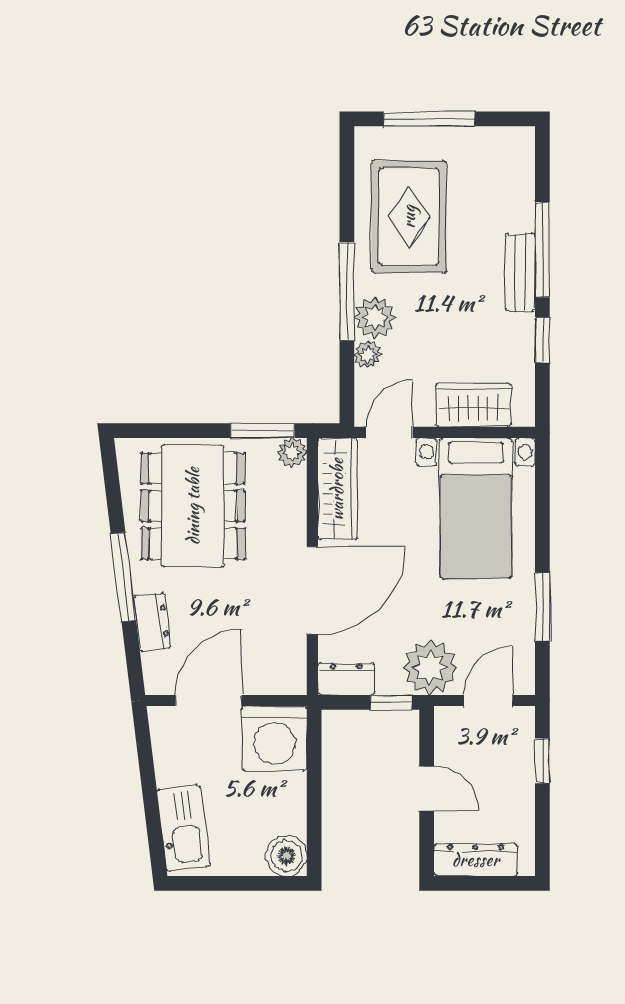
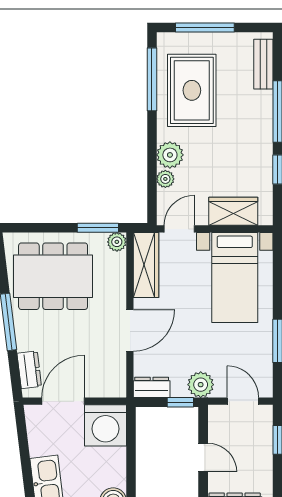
bench: (520, 272) -> (263, 64), moved
window: (347, 291) -> (152, 79), moved
dining table: (193, 506) -> (53, 276), turned 90
door: (312, 590) -> (130, 330), width x0.73
dresser: (152, 622) -> (29, 370), moved
plant: (430, 668) -> (201, 385), width x0.73, depth x0.73
door: (488, 700) -> (243, 401), hinge flipped

